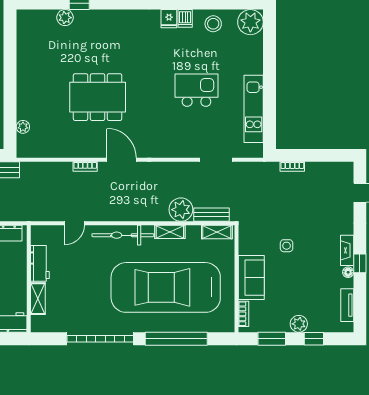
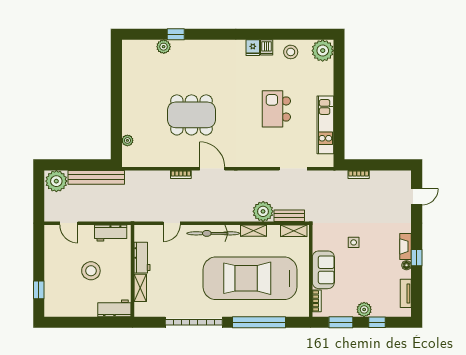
kitchen island: (196, 90) -> (276, 109), turned -90

